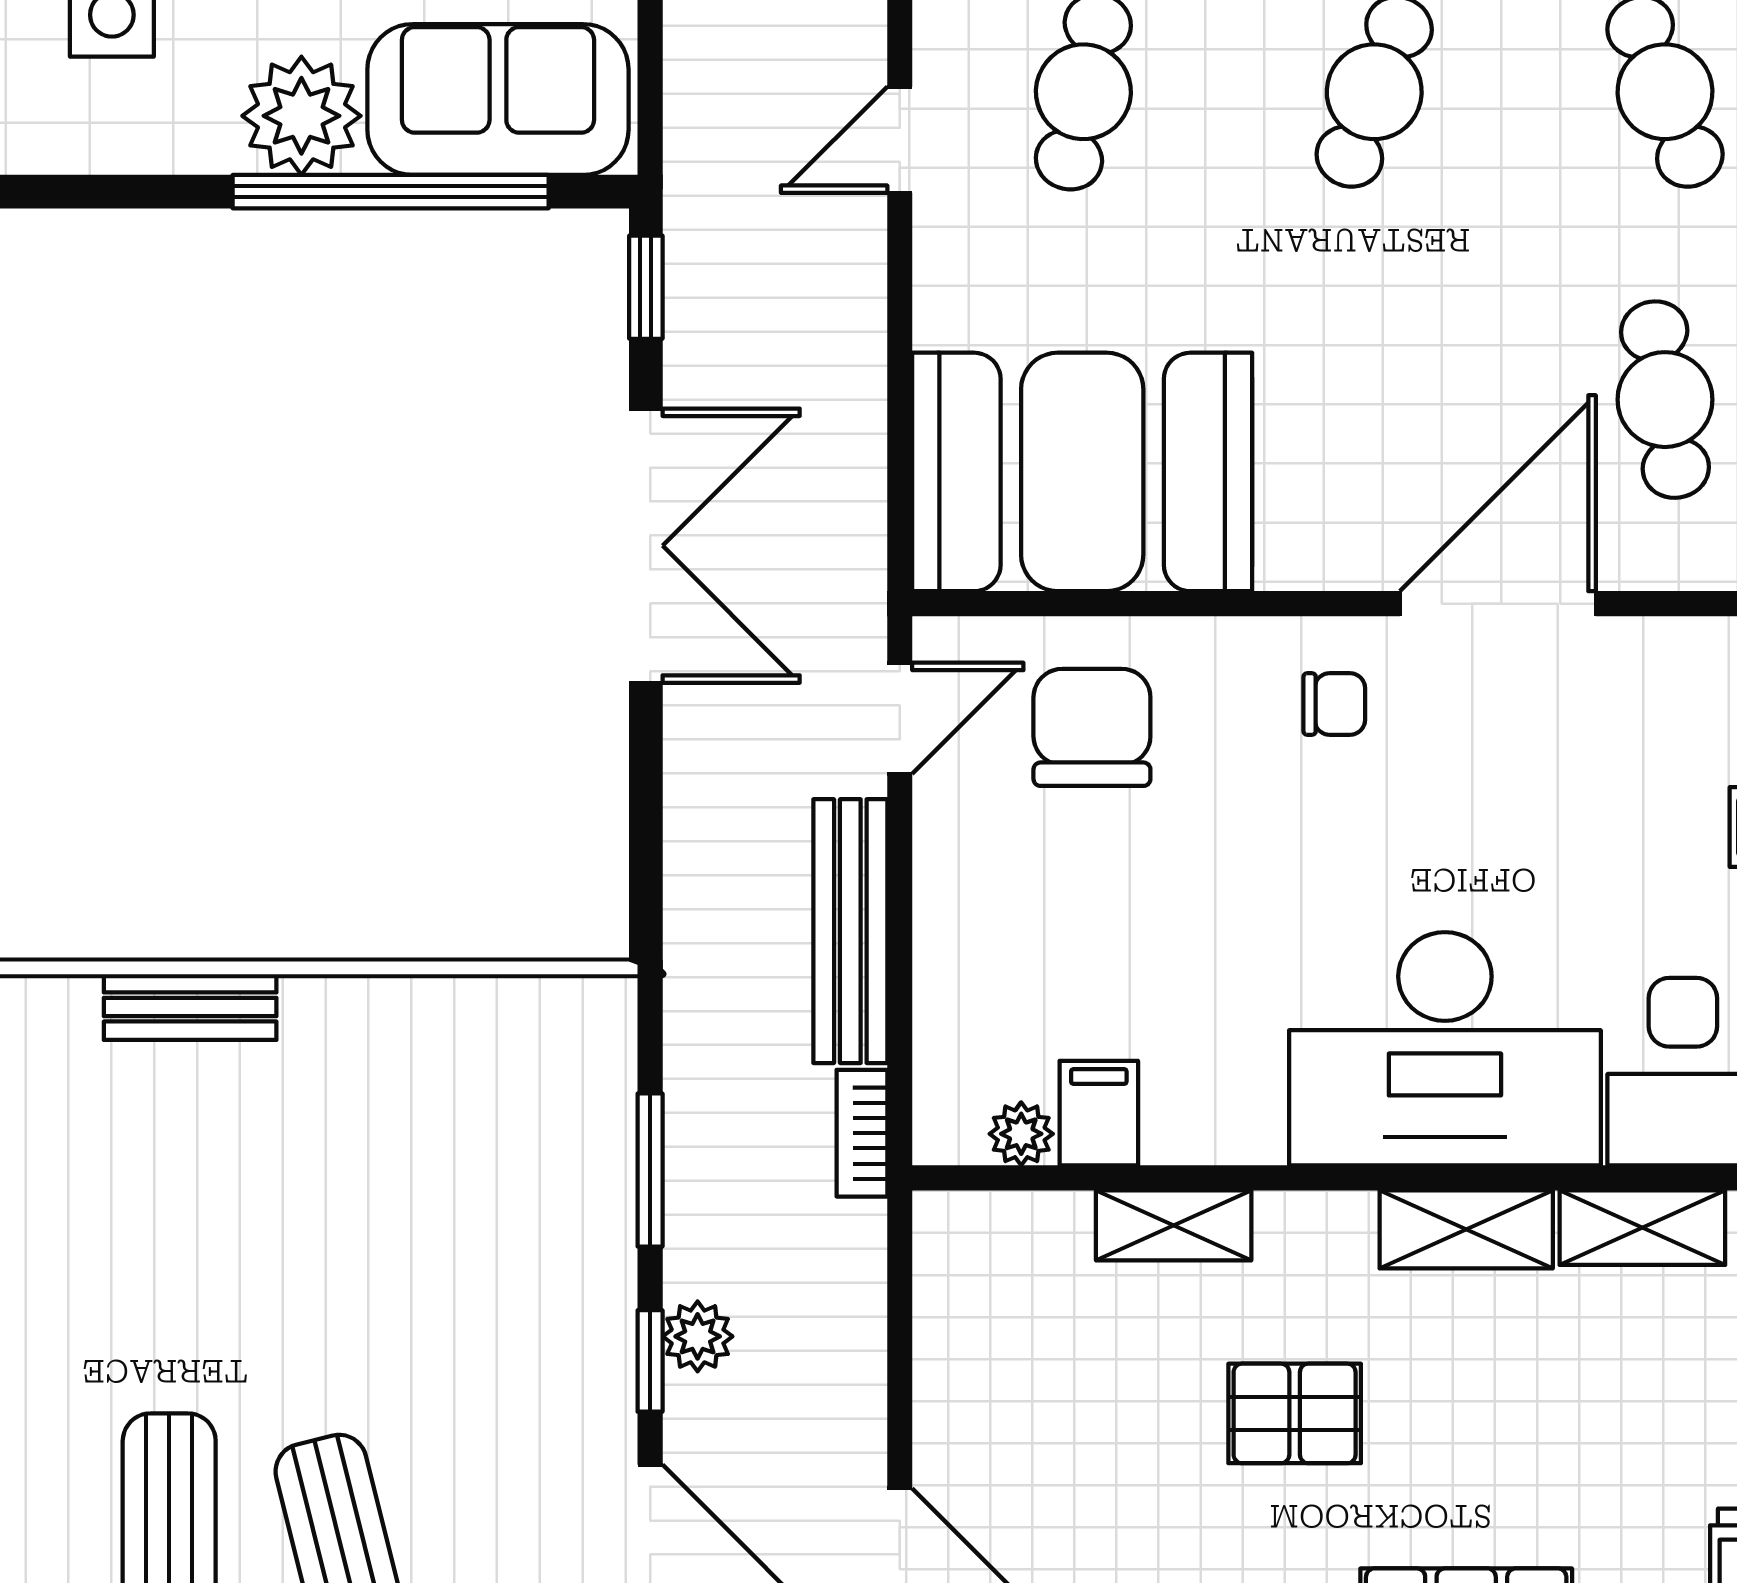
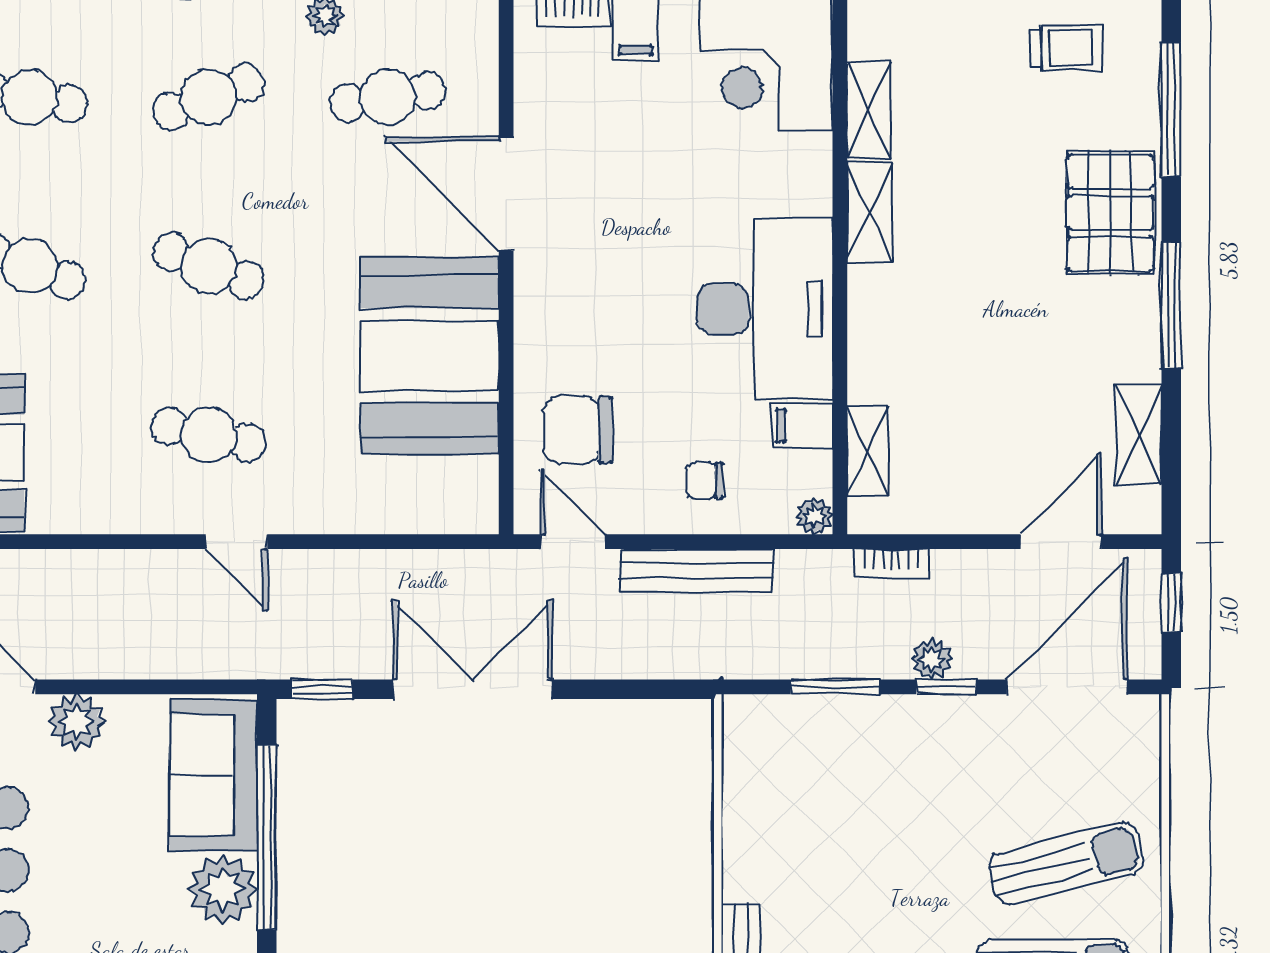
booth: (1082, 472) -> (430, 355), moved
chair: (1334, 704) -> (705, 480), moved, turned -90
desk: (1445, 1049) -> (765, 309), moved
bookcase: (862, 1133) -> (891, 564), moved
plant: (1021, 1134) -> (814, 516), moved
shelving: (1174, 1225) -> (867, 451), moved
pallet: (1295, 1413) -> (977, 312), removed

